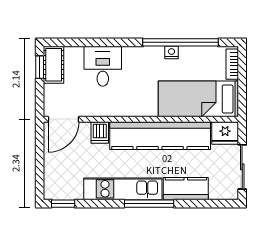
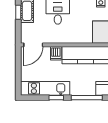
kitchen unit: (123, 189) -> (45, 88), moved
window: (63, 204) -> (56, 98), moved

